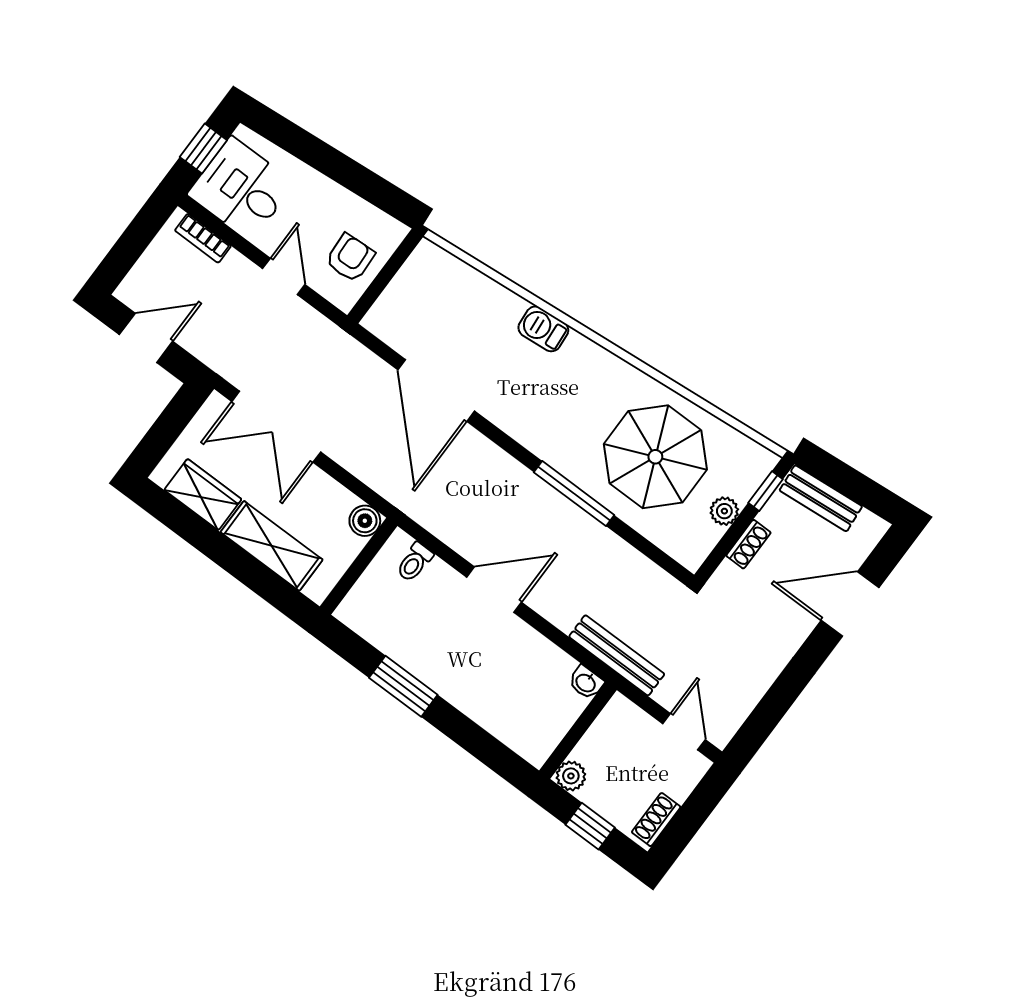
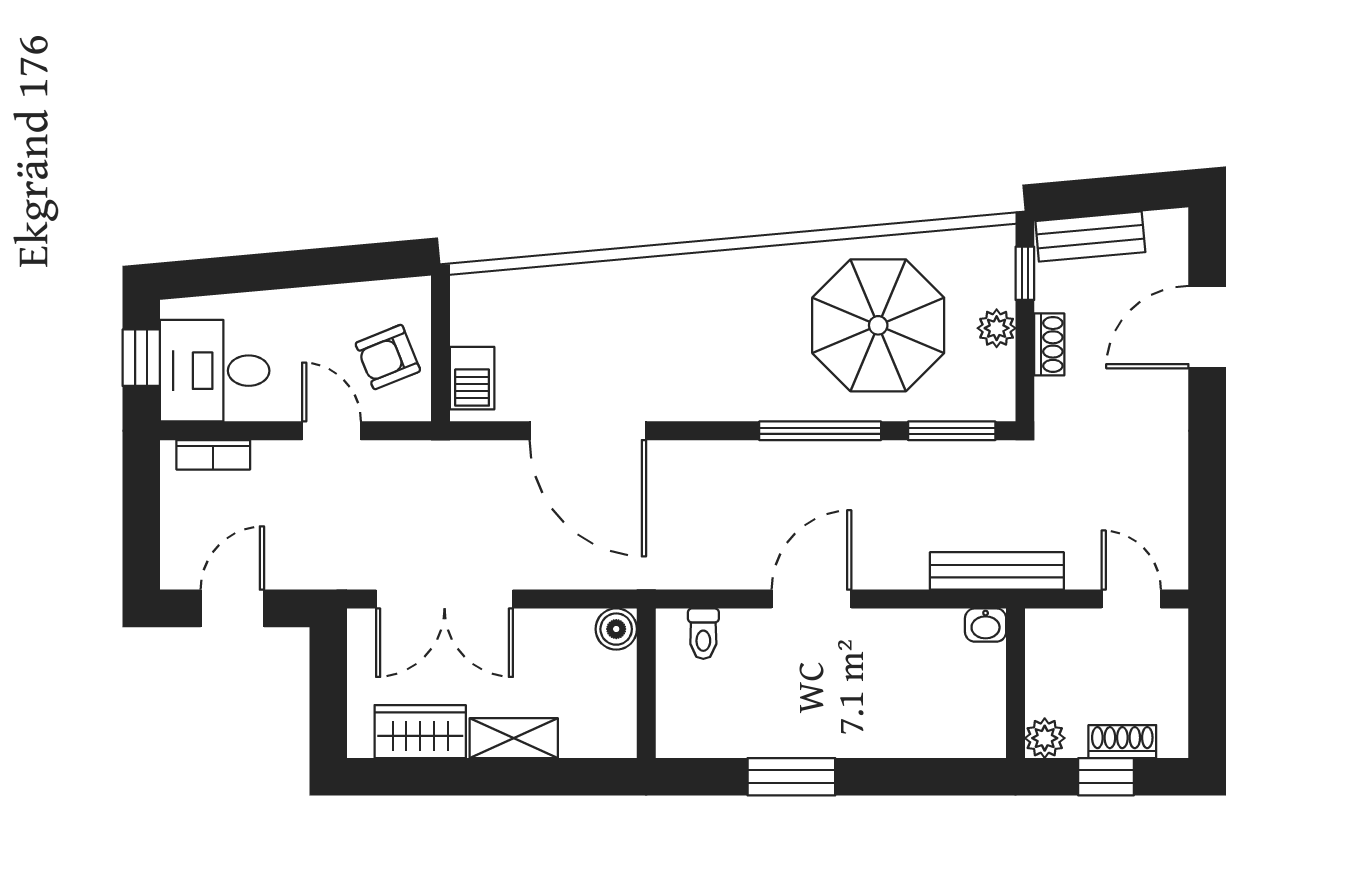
armchair: (350, 258) -> (388, 357), turned -109
barbecue: (543, 329) -> (472, 378), moved, turned -85
shelving: (272, 546) -> (514, 738), width x0.67, depth x0.75
window: (652, 552) -> (952, 431), added
shoe rack: (656, 820) -> (1122, 742), moved, turned 90

